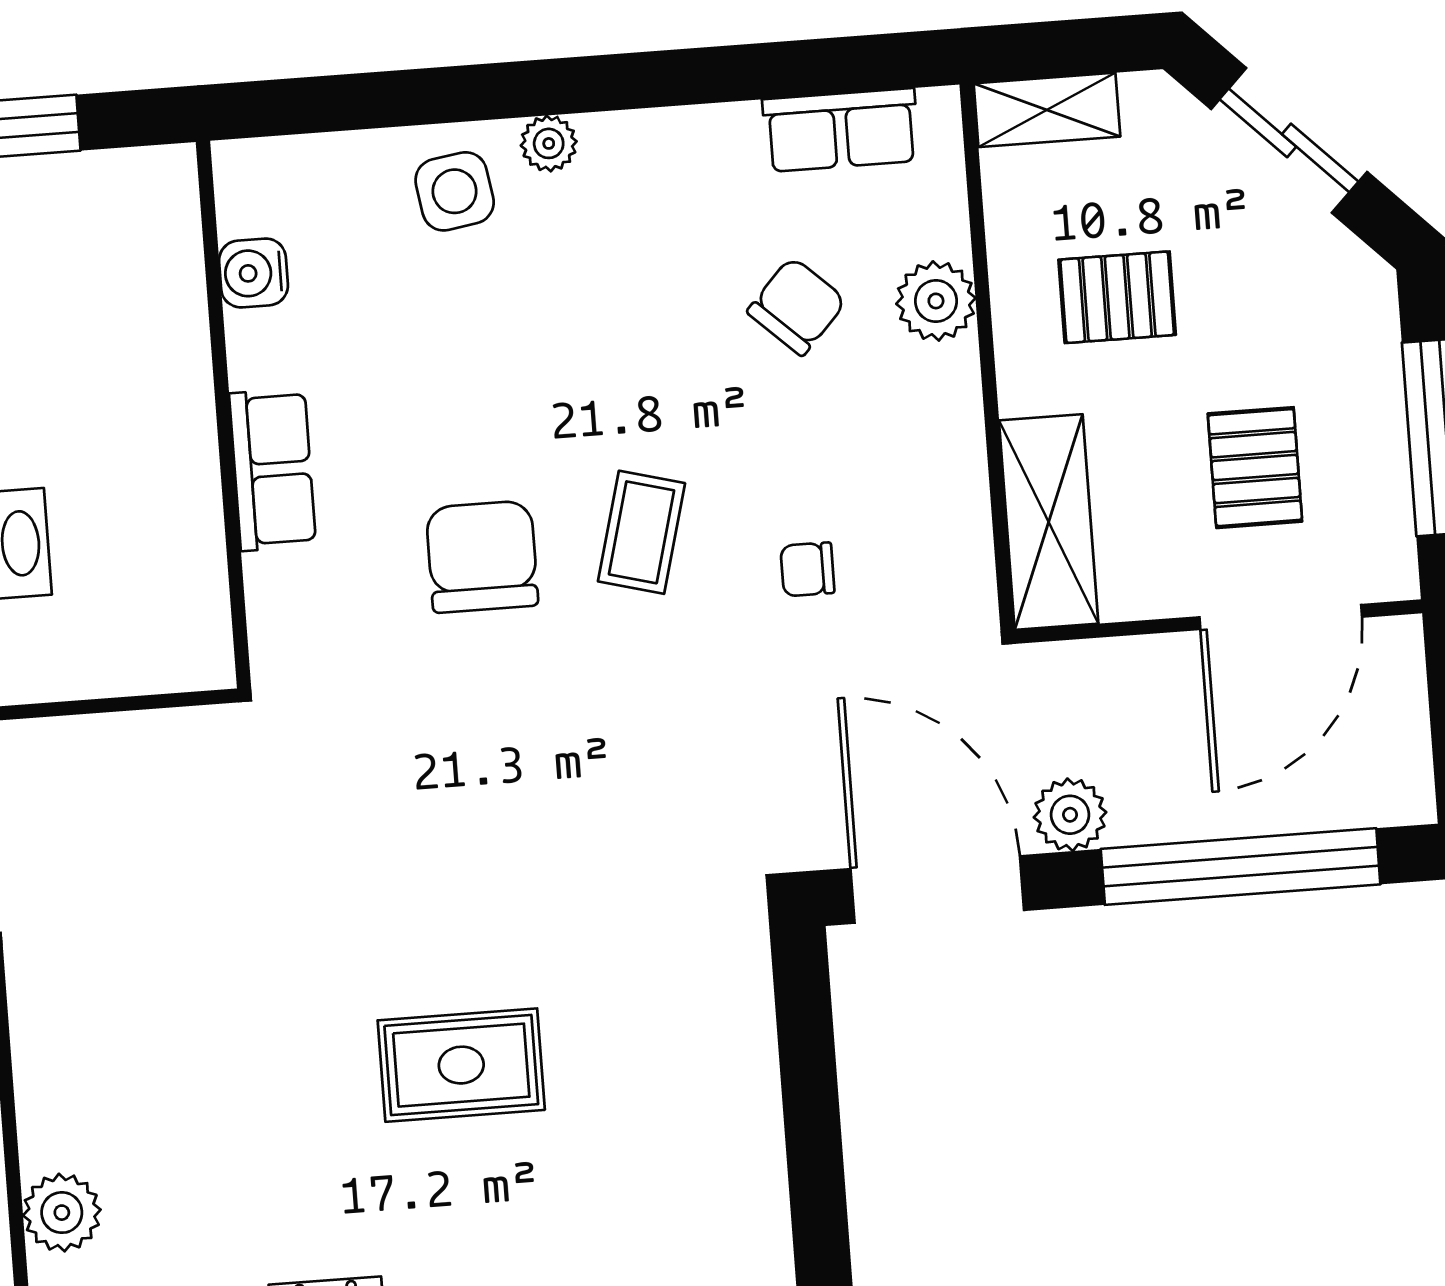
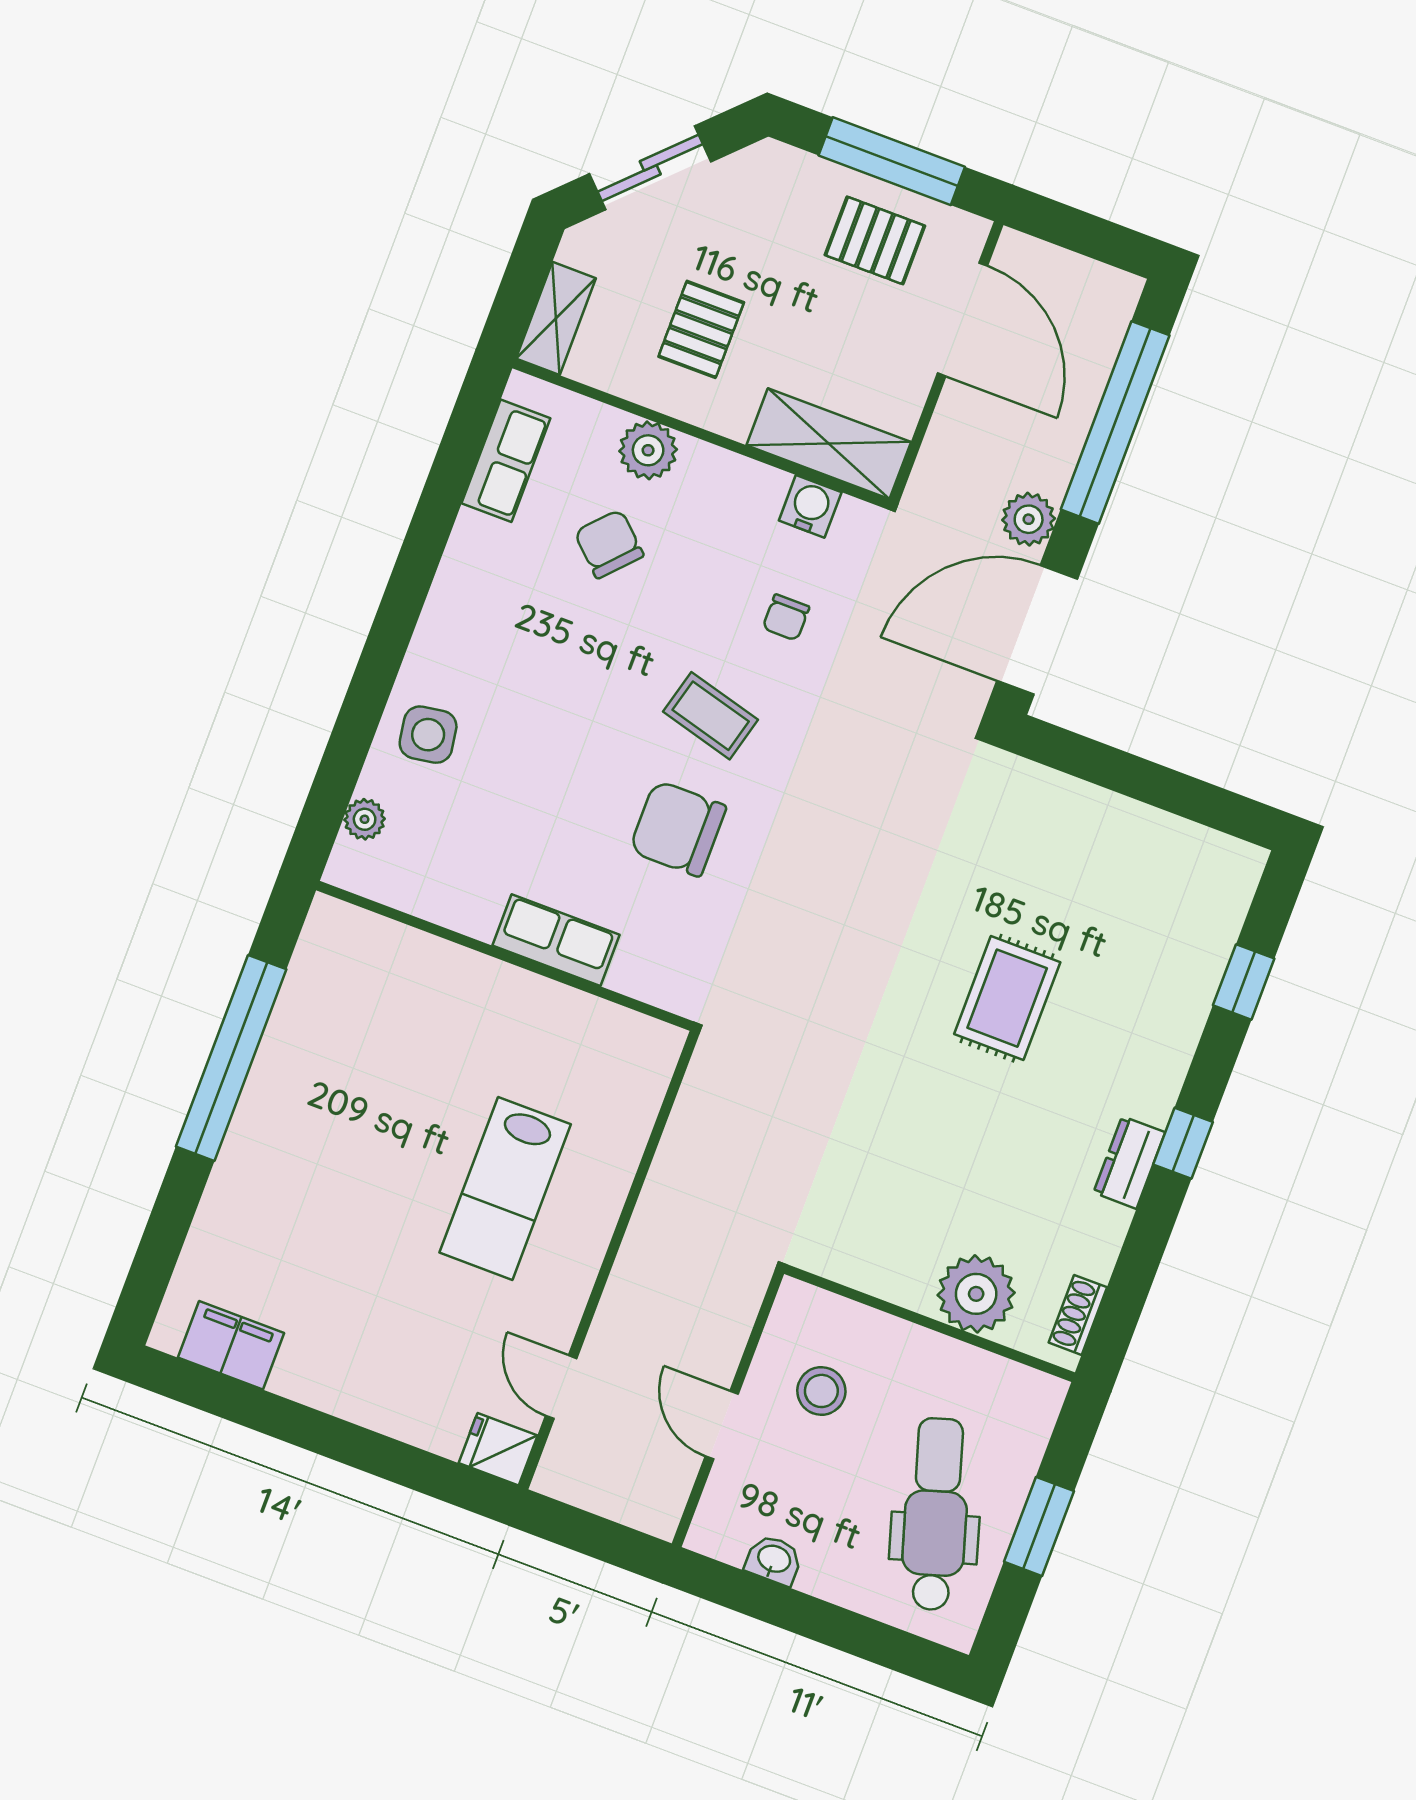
plant: (549, 143) -> (365, 819), moved
water cooler: (253, 273) -> (810, 506), moved, turned 180
pallet: (1255, 468) -> (875, 240), moved
plant: (62, 1213) -> (976, 1294), width x1.36, depth x1.36

